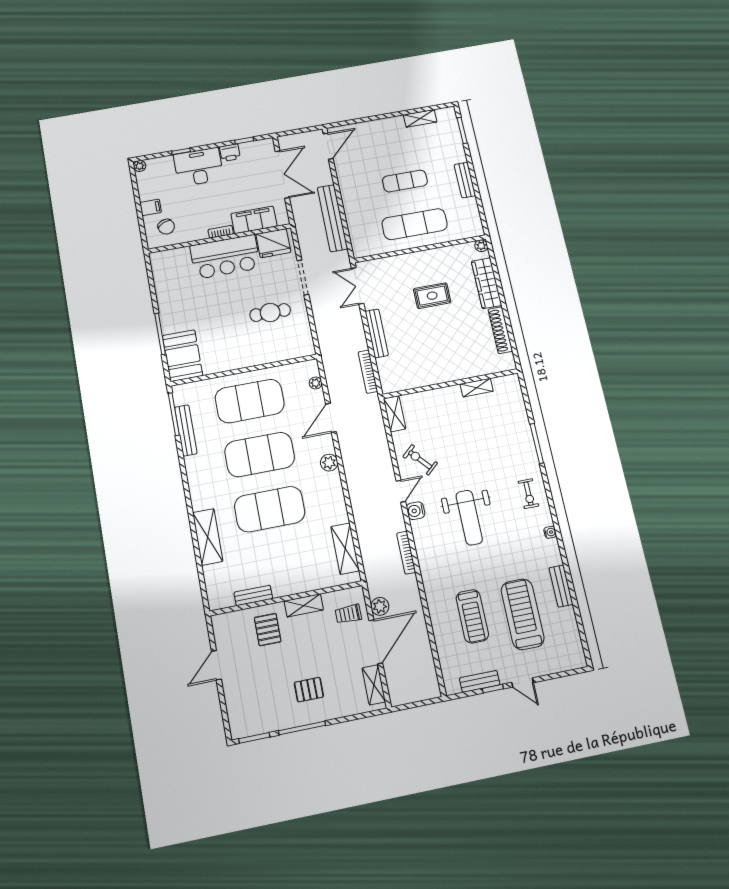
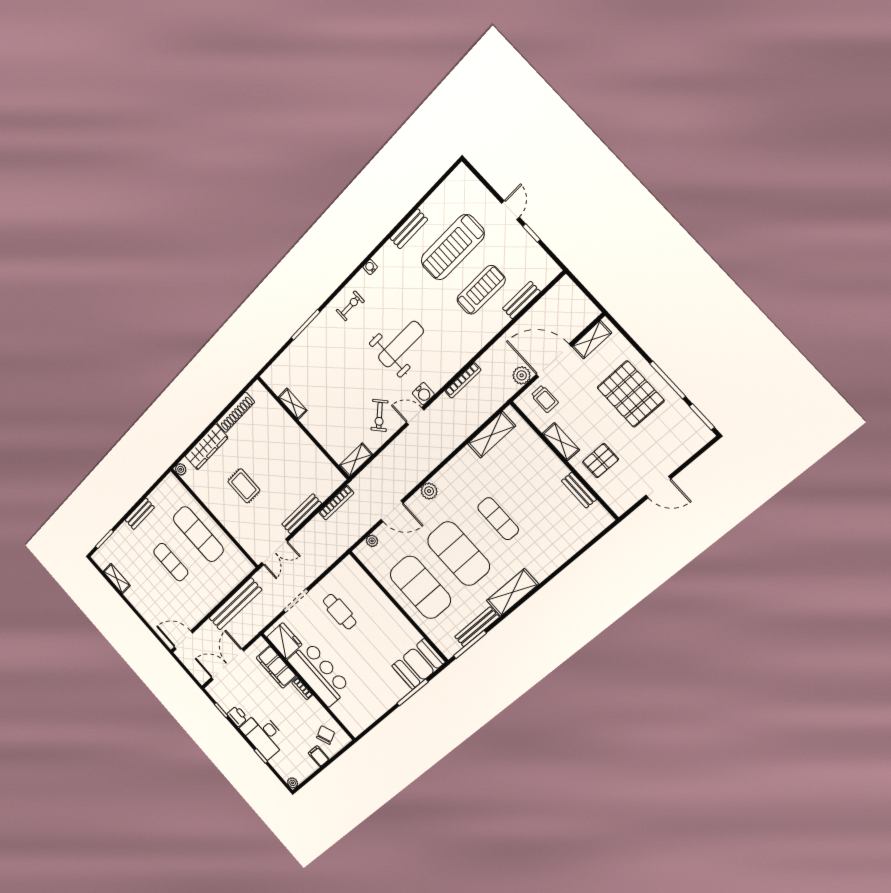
exercise mat: (270, 509) -> (498, 519), width x0.50, depth x0.69
shelving: (208, 537) -> (512, 592), moved
bench: (480, 681) -> (521, 300), moved, turned 90
pallet: (309, 690) -> (631, 394), width x2.05, depth x2.00

